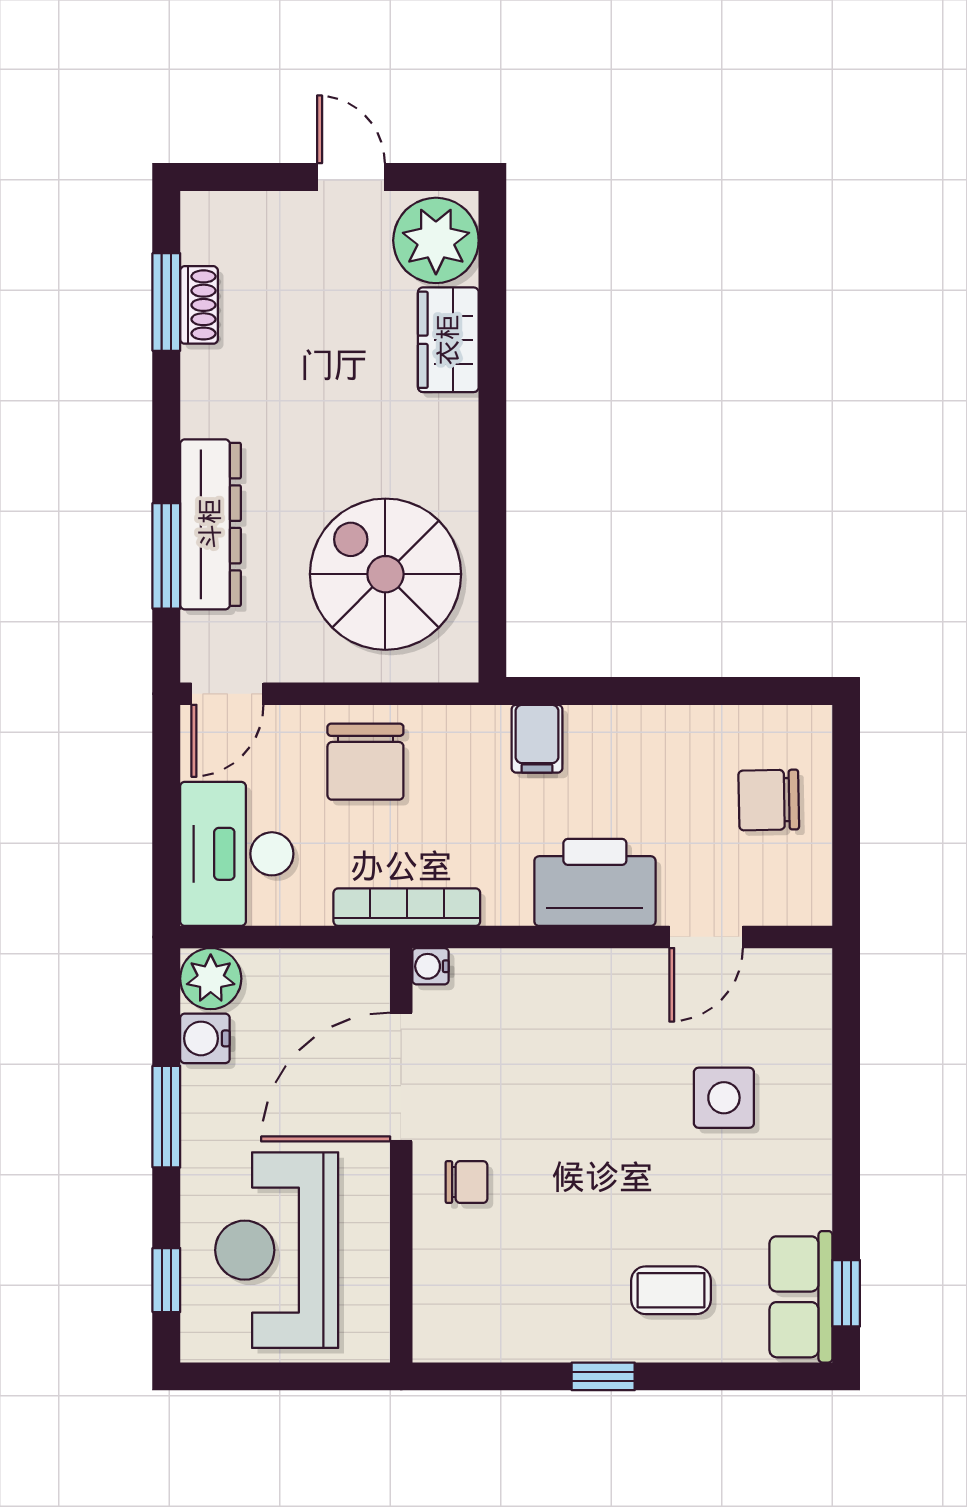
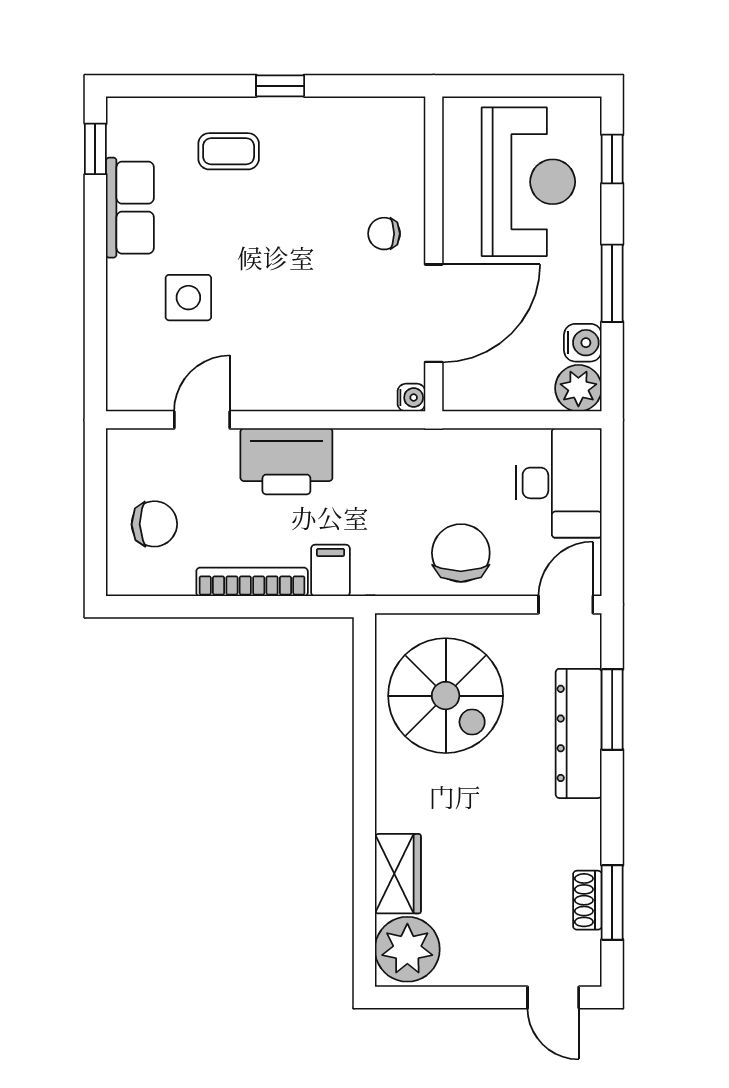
door: (351, 177) -> (553, 997), moved
bookcase: (407, 907) -> (252, 582), moved, turned 180
row of seats: (801, 1297) -> (130, 208), moved

